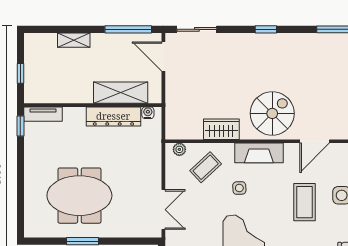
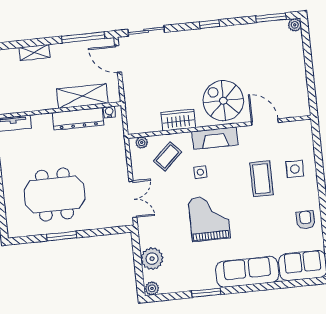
spiral stairs: (272, 113) -> (223, 101), turned -90
door: (315, 141) -> (265, 122), swing flipped

